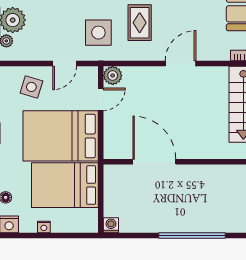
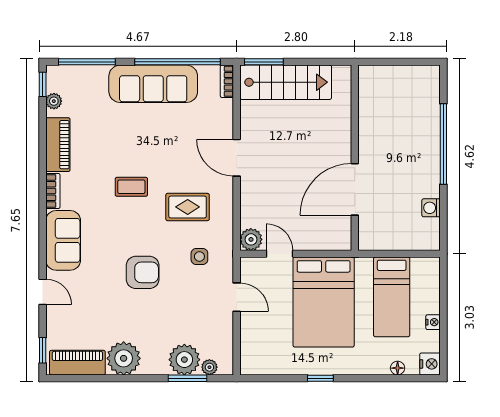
side table: (98, 33) -> (199, 256), width x0.54, depth x0.54
side table: (31, 87) -> (265, 337), removed
bed: (65, 185) -> (392, 297), width x0.67
washing machine: (111, 225) -> (431, 208), moved

